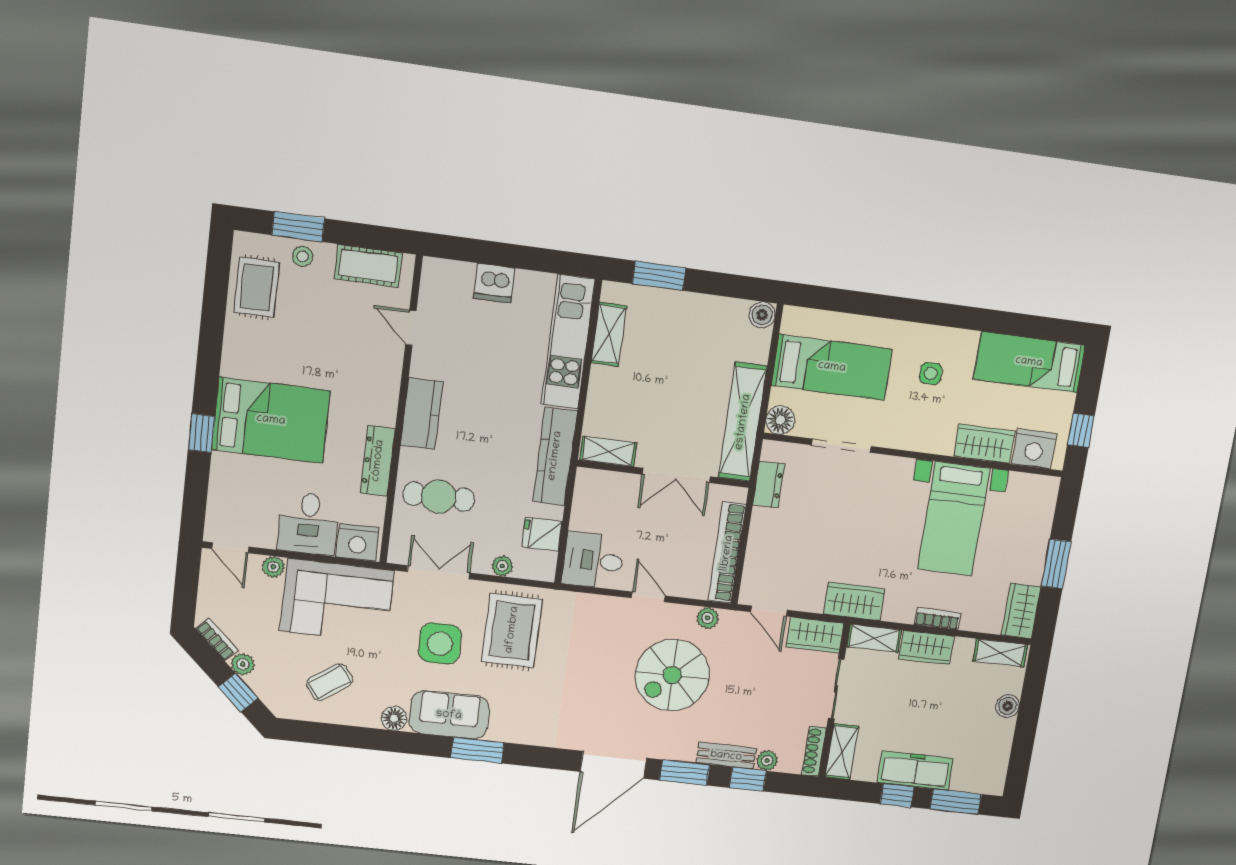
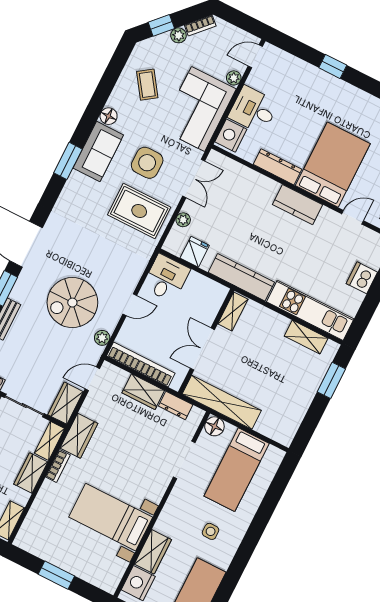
boiler: (762, 315) -> (285, 437), removed
bed: (271, 420) -> (333, 165), moved, turned 180
cafe table: (439, 497) -> (242, 196), removed
wardrobe: (1021, 611) -> (143, 392), moved, turned 180
bookcase: (937, 619) -> (58, 466), moved
spiral stairs: (672, 675) -> (72, 303), turned -90

